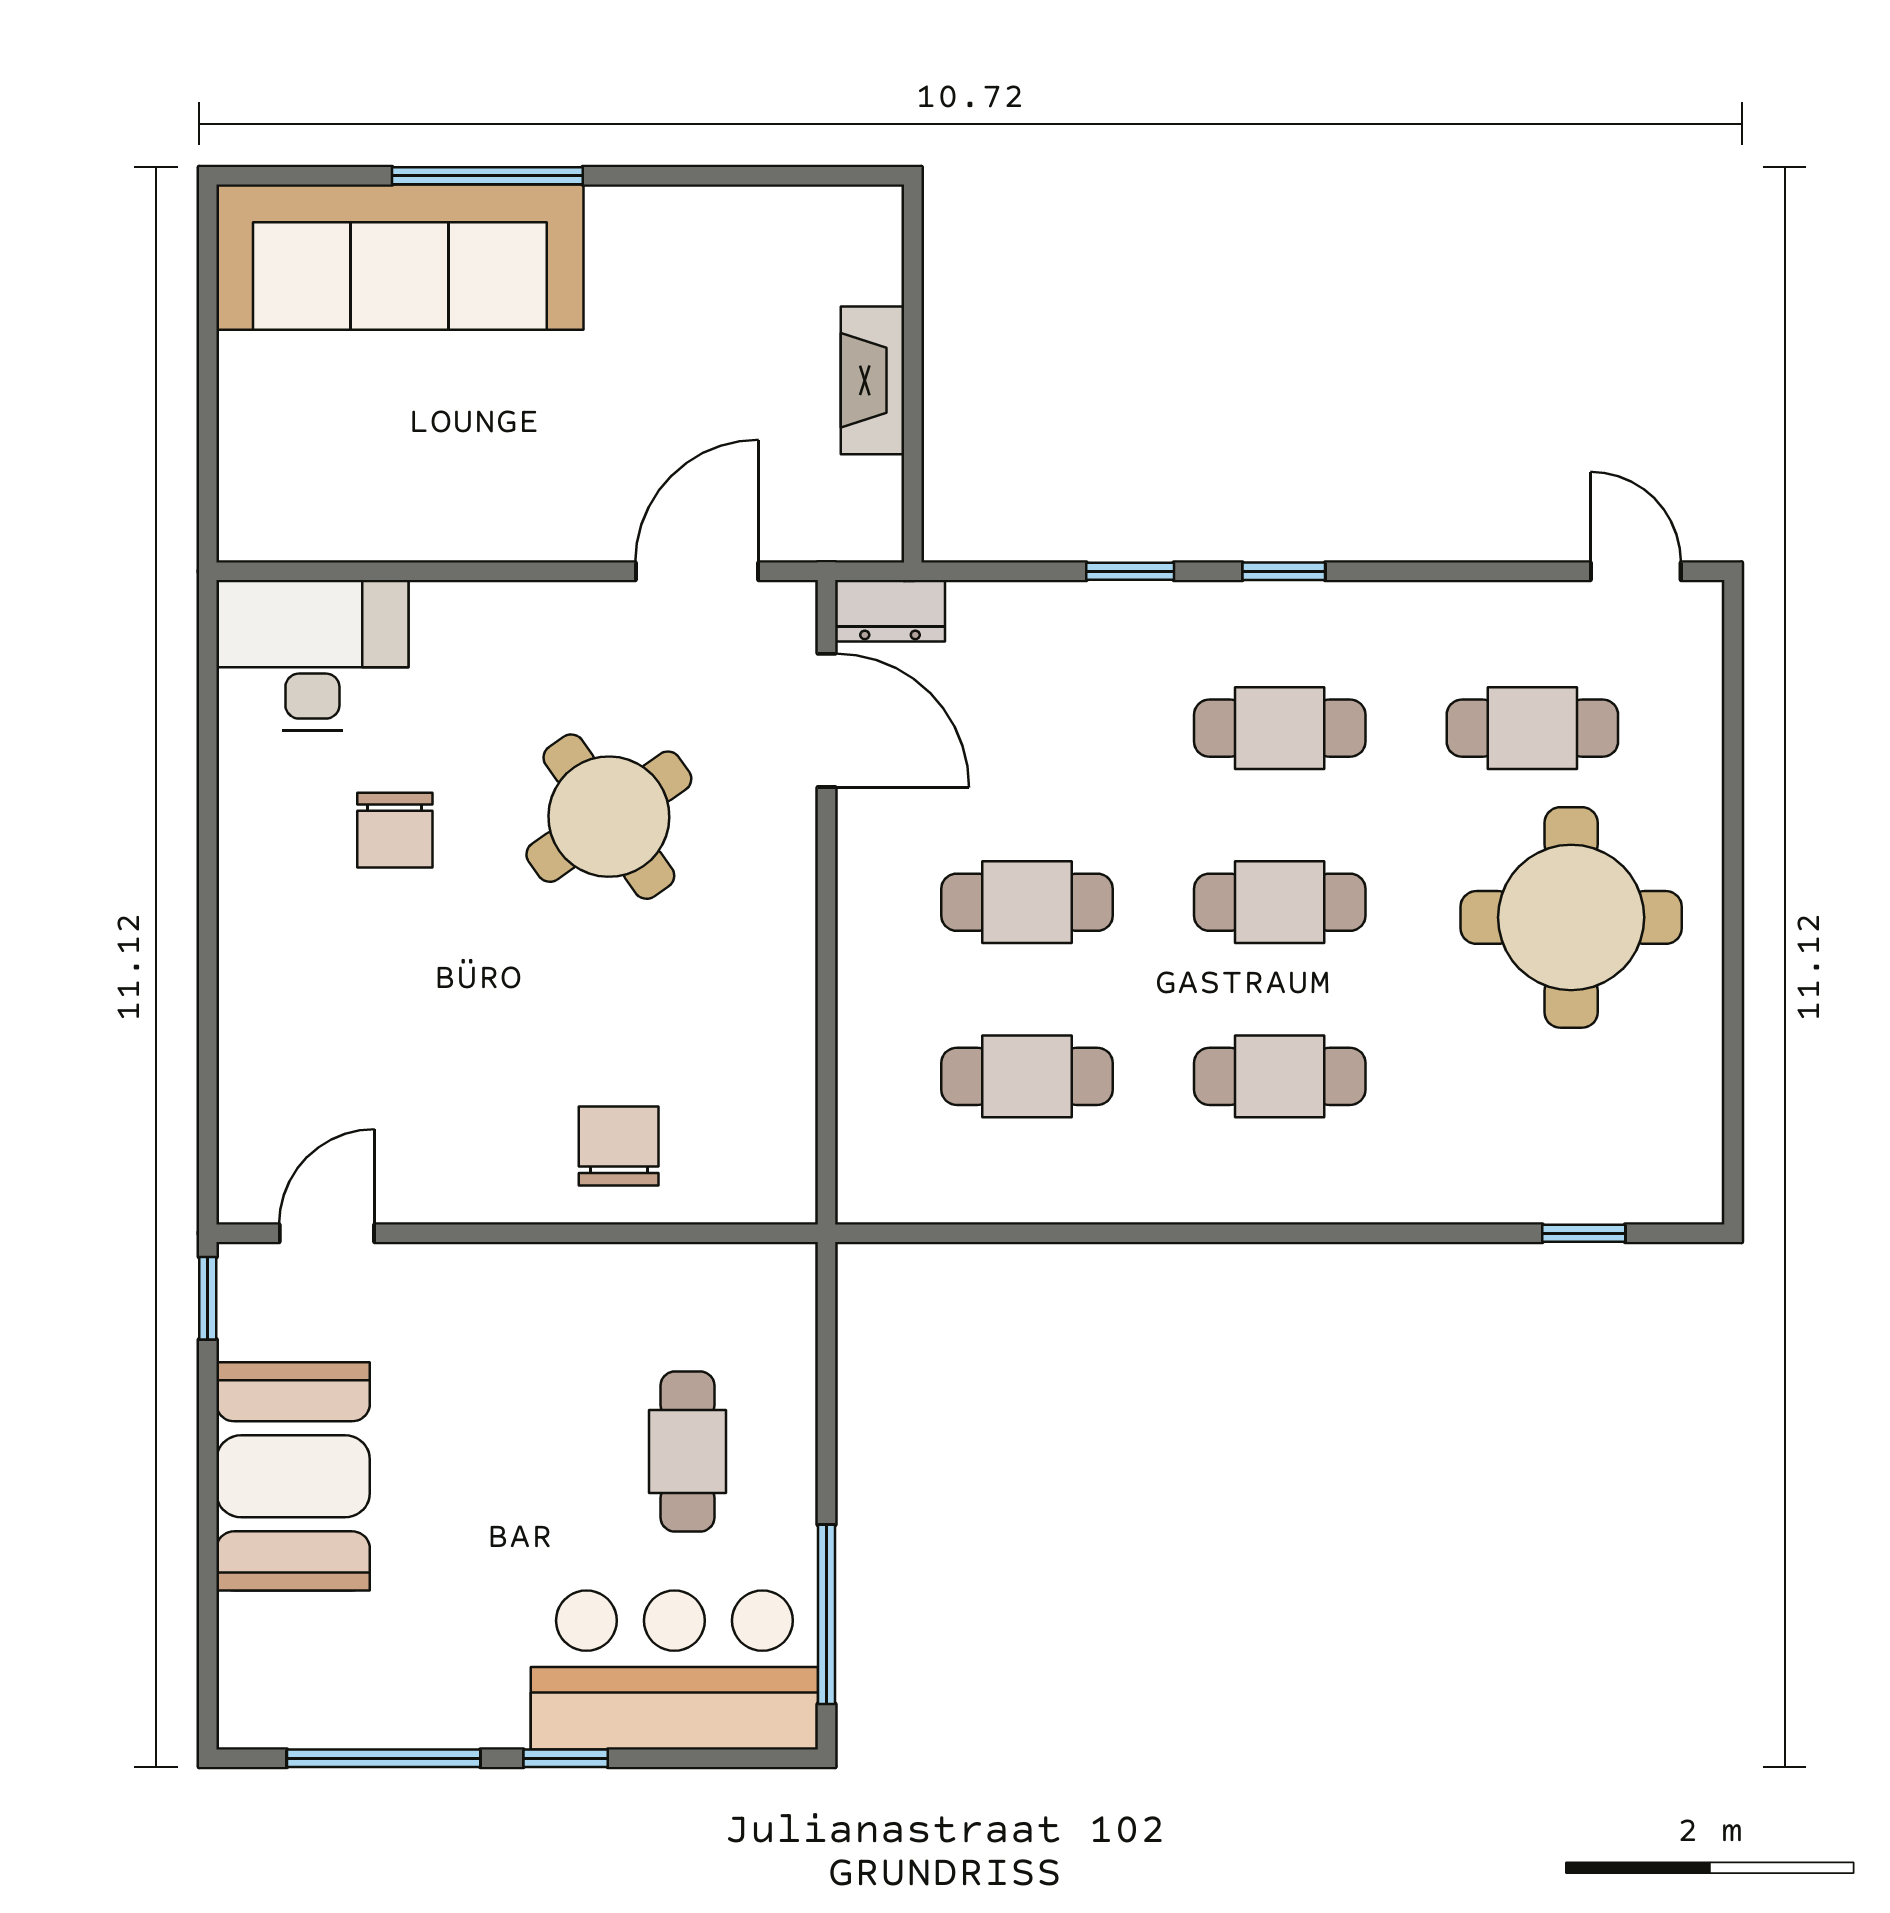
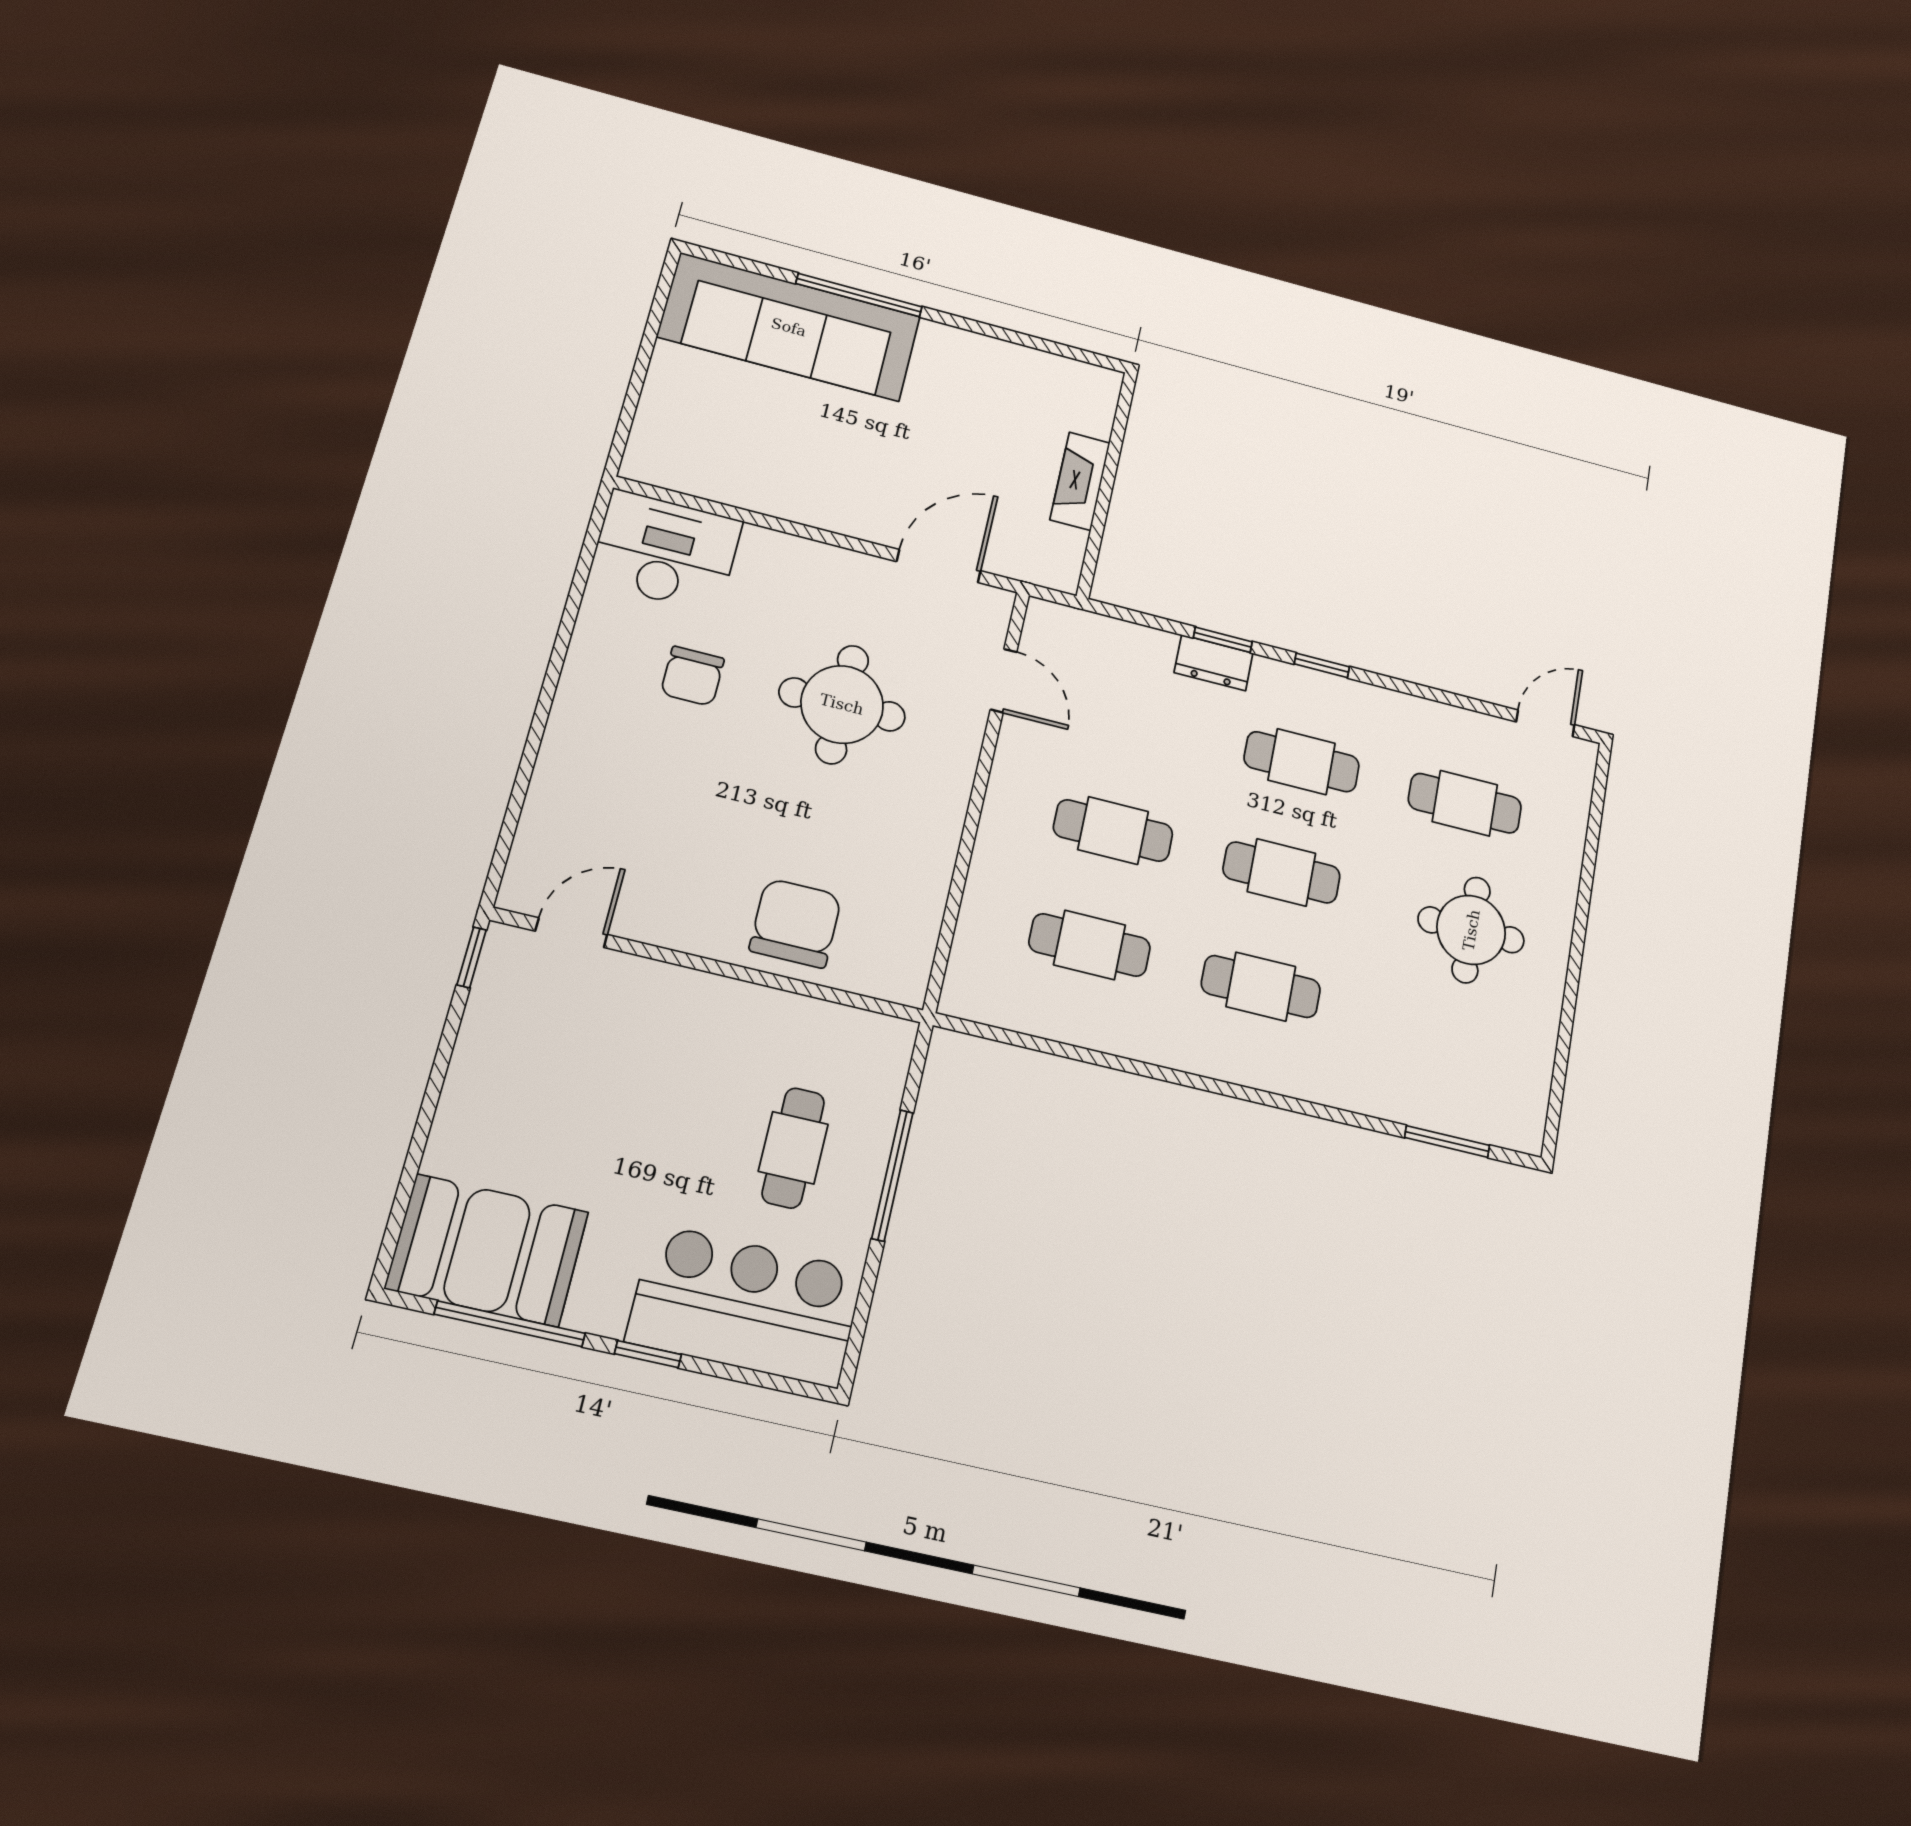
door: (1636, 571) -> (1545, 723), hinge flipped
dresser: (890, 611) -> (1214, 663), moved
door: (826, 720) -> (1004, 681), width x0.73
round table: (609, 817) -> (842, 704), turned 35
round table: (1571, 917) -> (1471, 930), width x0.73, depth x0.73
chair: (619, 1146) -> (796, 923), width x1.37, depth x1.37
window: (1584, 1233) -> (1447, 1141), width x1.50
booth: (293, 1476) -> (487, 1250), moved, turned 90
window: (826, 1614) -> (892, 1175), moved

